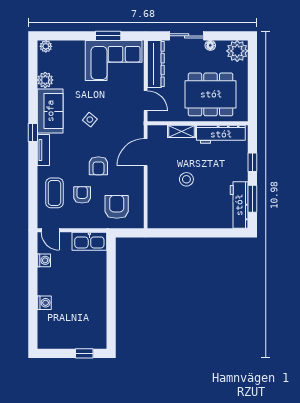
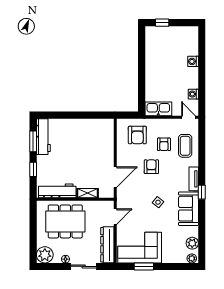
plant: (45, 80) -> (192, 243), moved
door: (146, 101) -> (115, 217), swing flipped
stool: (186, 179) -> (84, 156), removed

